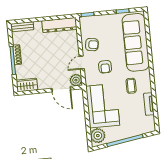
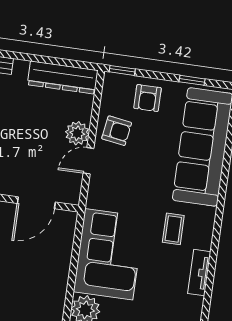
armchair: (105, 67) -> (148, 98), moved
plant: (76, 80) -> (77, 133), moved
door: (61, 89) -> (36, 203), hinge flipped

